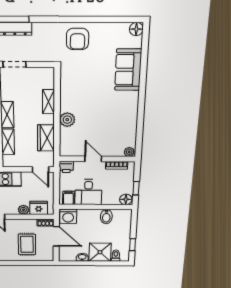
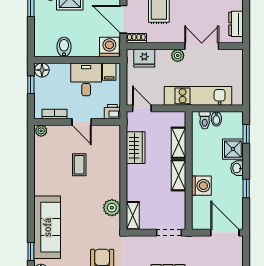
window: (145, 48) -> (31, 252), added
sofa: (128, 70) -> (47, 227), width x1.36
shelving: (48, 102) -> (133, 216), moved
plant: (67, 120) -> (112, 208), moved
coffee table: (97, 124) -> (79, 165), added
plant: (23, 210) -> (178, 56), moved

